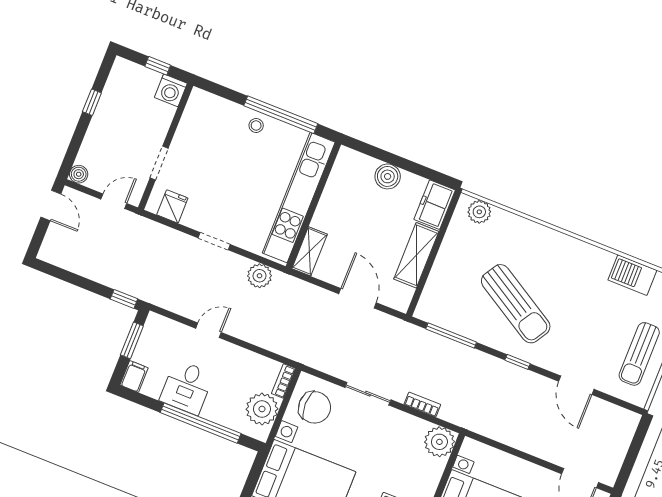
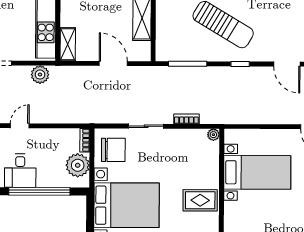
plant: (439, 442) -> (213, 135), width x0.53, depth x0.53

